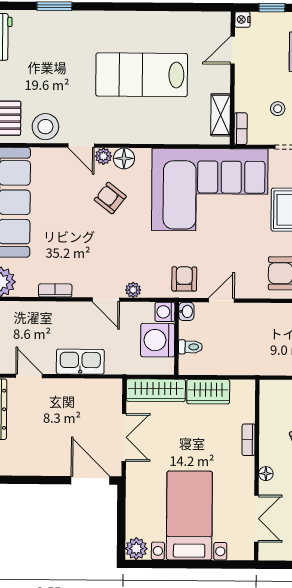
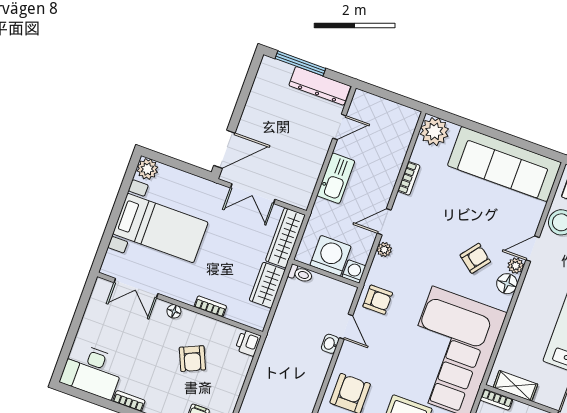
washbasin: (186, 311) -> (330, 344), moved, turned 90
toilet: (190, 347) -> (300, 274), moved, turned -90
printer: (271, 390) -> (248, 343), added

